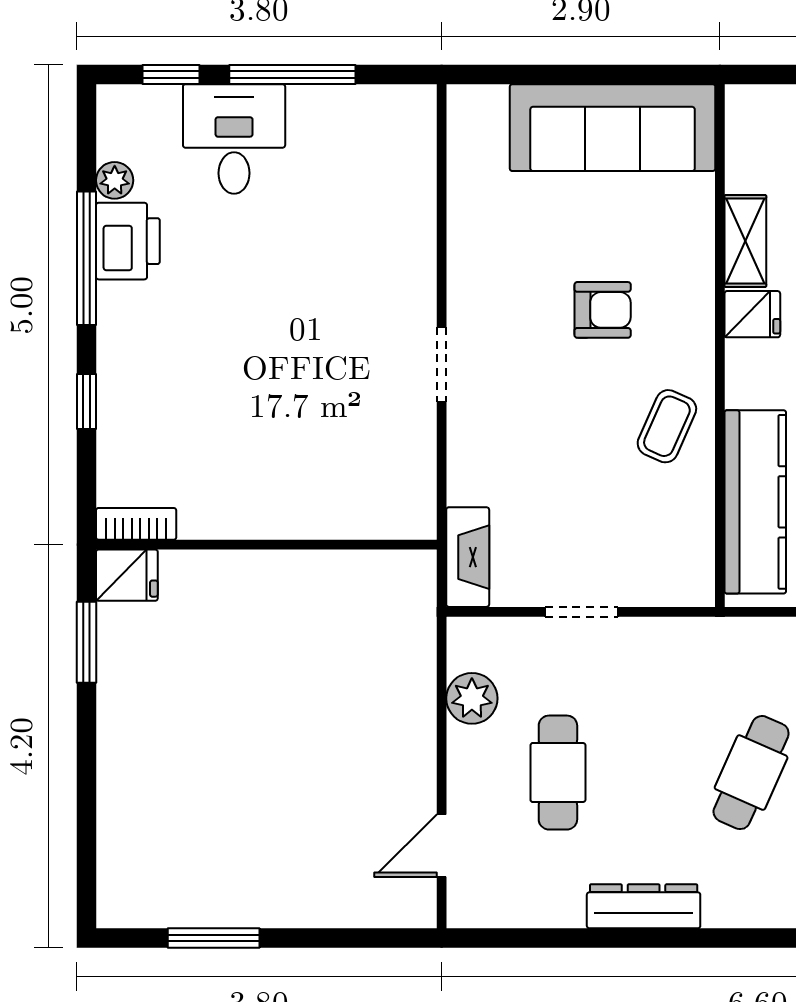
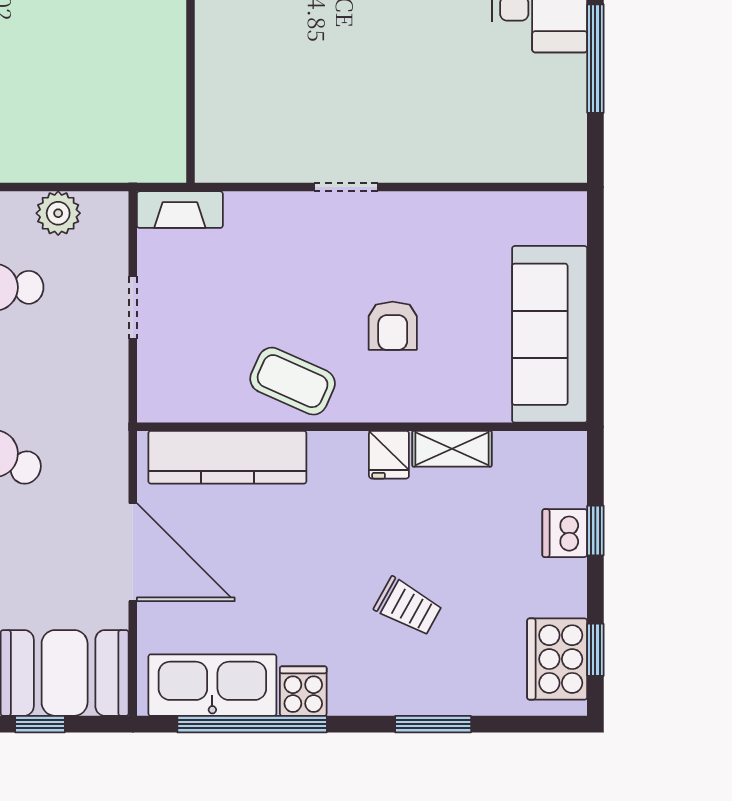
coffee table: (667, 426) -> (293, 381), width x1.36, depth x1.30

